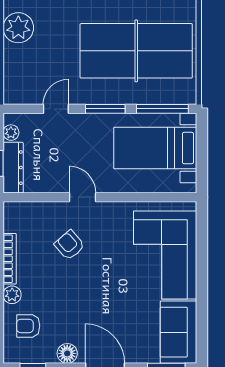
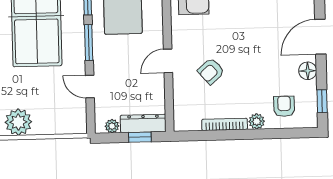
armchair: (28, 326) -> (284, 106), turned 180

